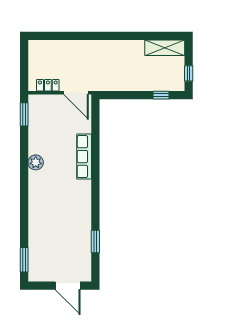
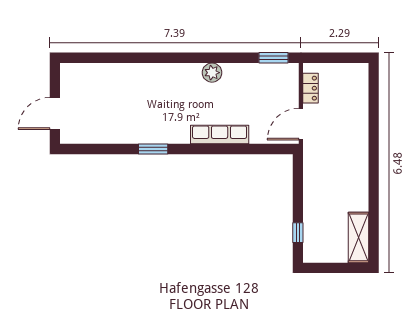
window: (189, 73) -> (326, 268), removed
window: (95, 242) -> (153, 149), moved
window: (24, 260) -> (88, 58), removed

